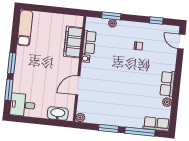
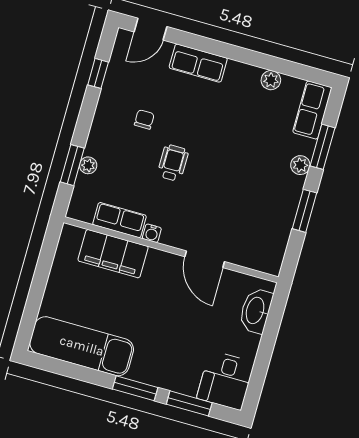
exam couch: (25, 28) -> (82, 346), width x1.36, depth x1.45
wheelchair: (120, 63) -> (173, 163), added
row of seats: (167, 84) -> (198, 63), moved
plant: (80, 118) -> (300, 165), moved
window: (140, 132) -> (323, 147), width x0.69

